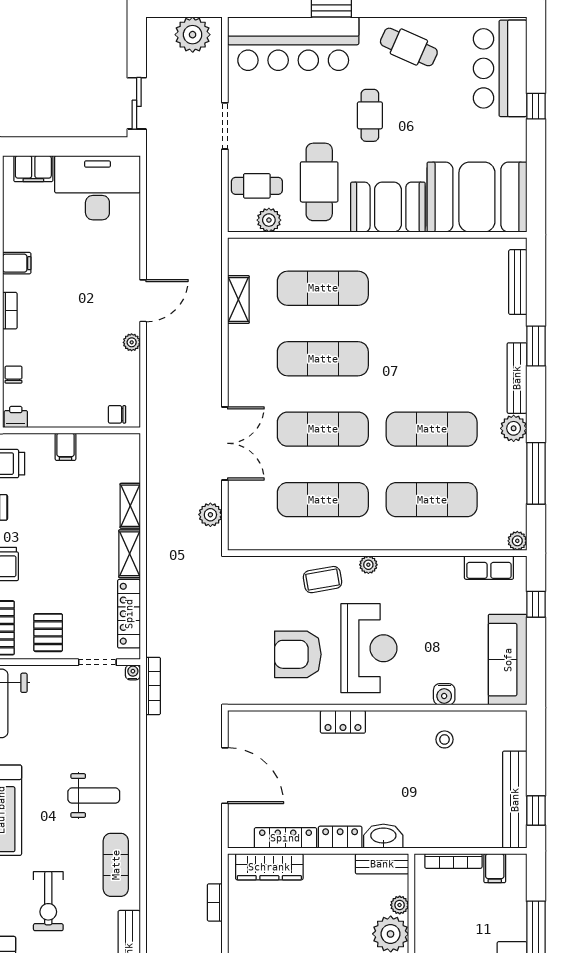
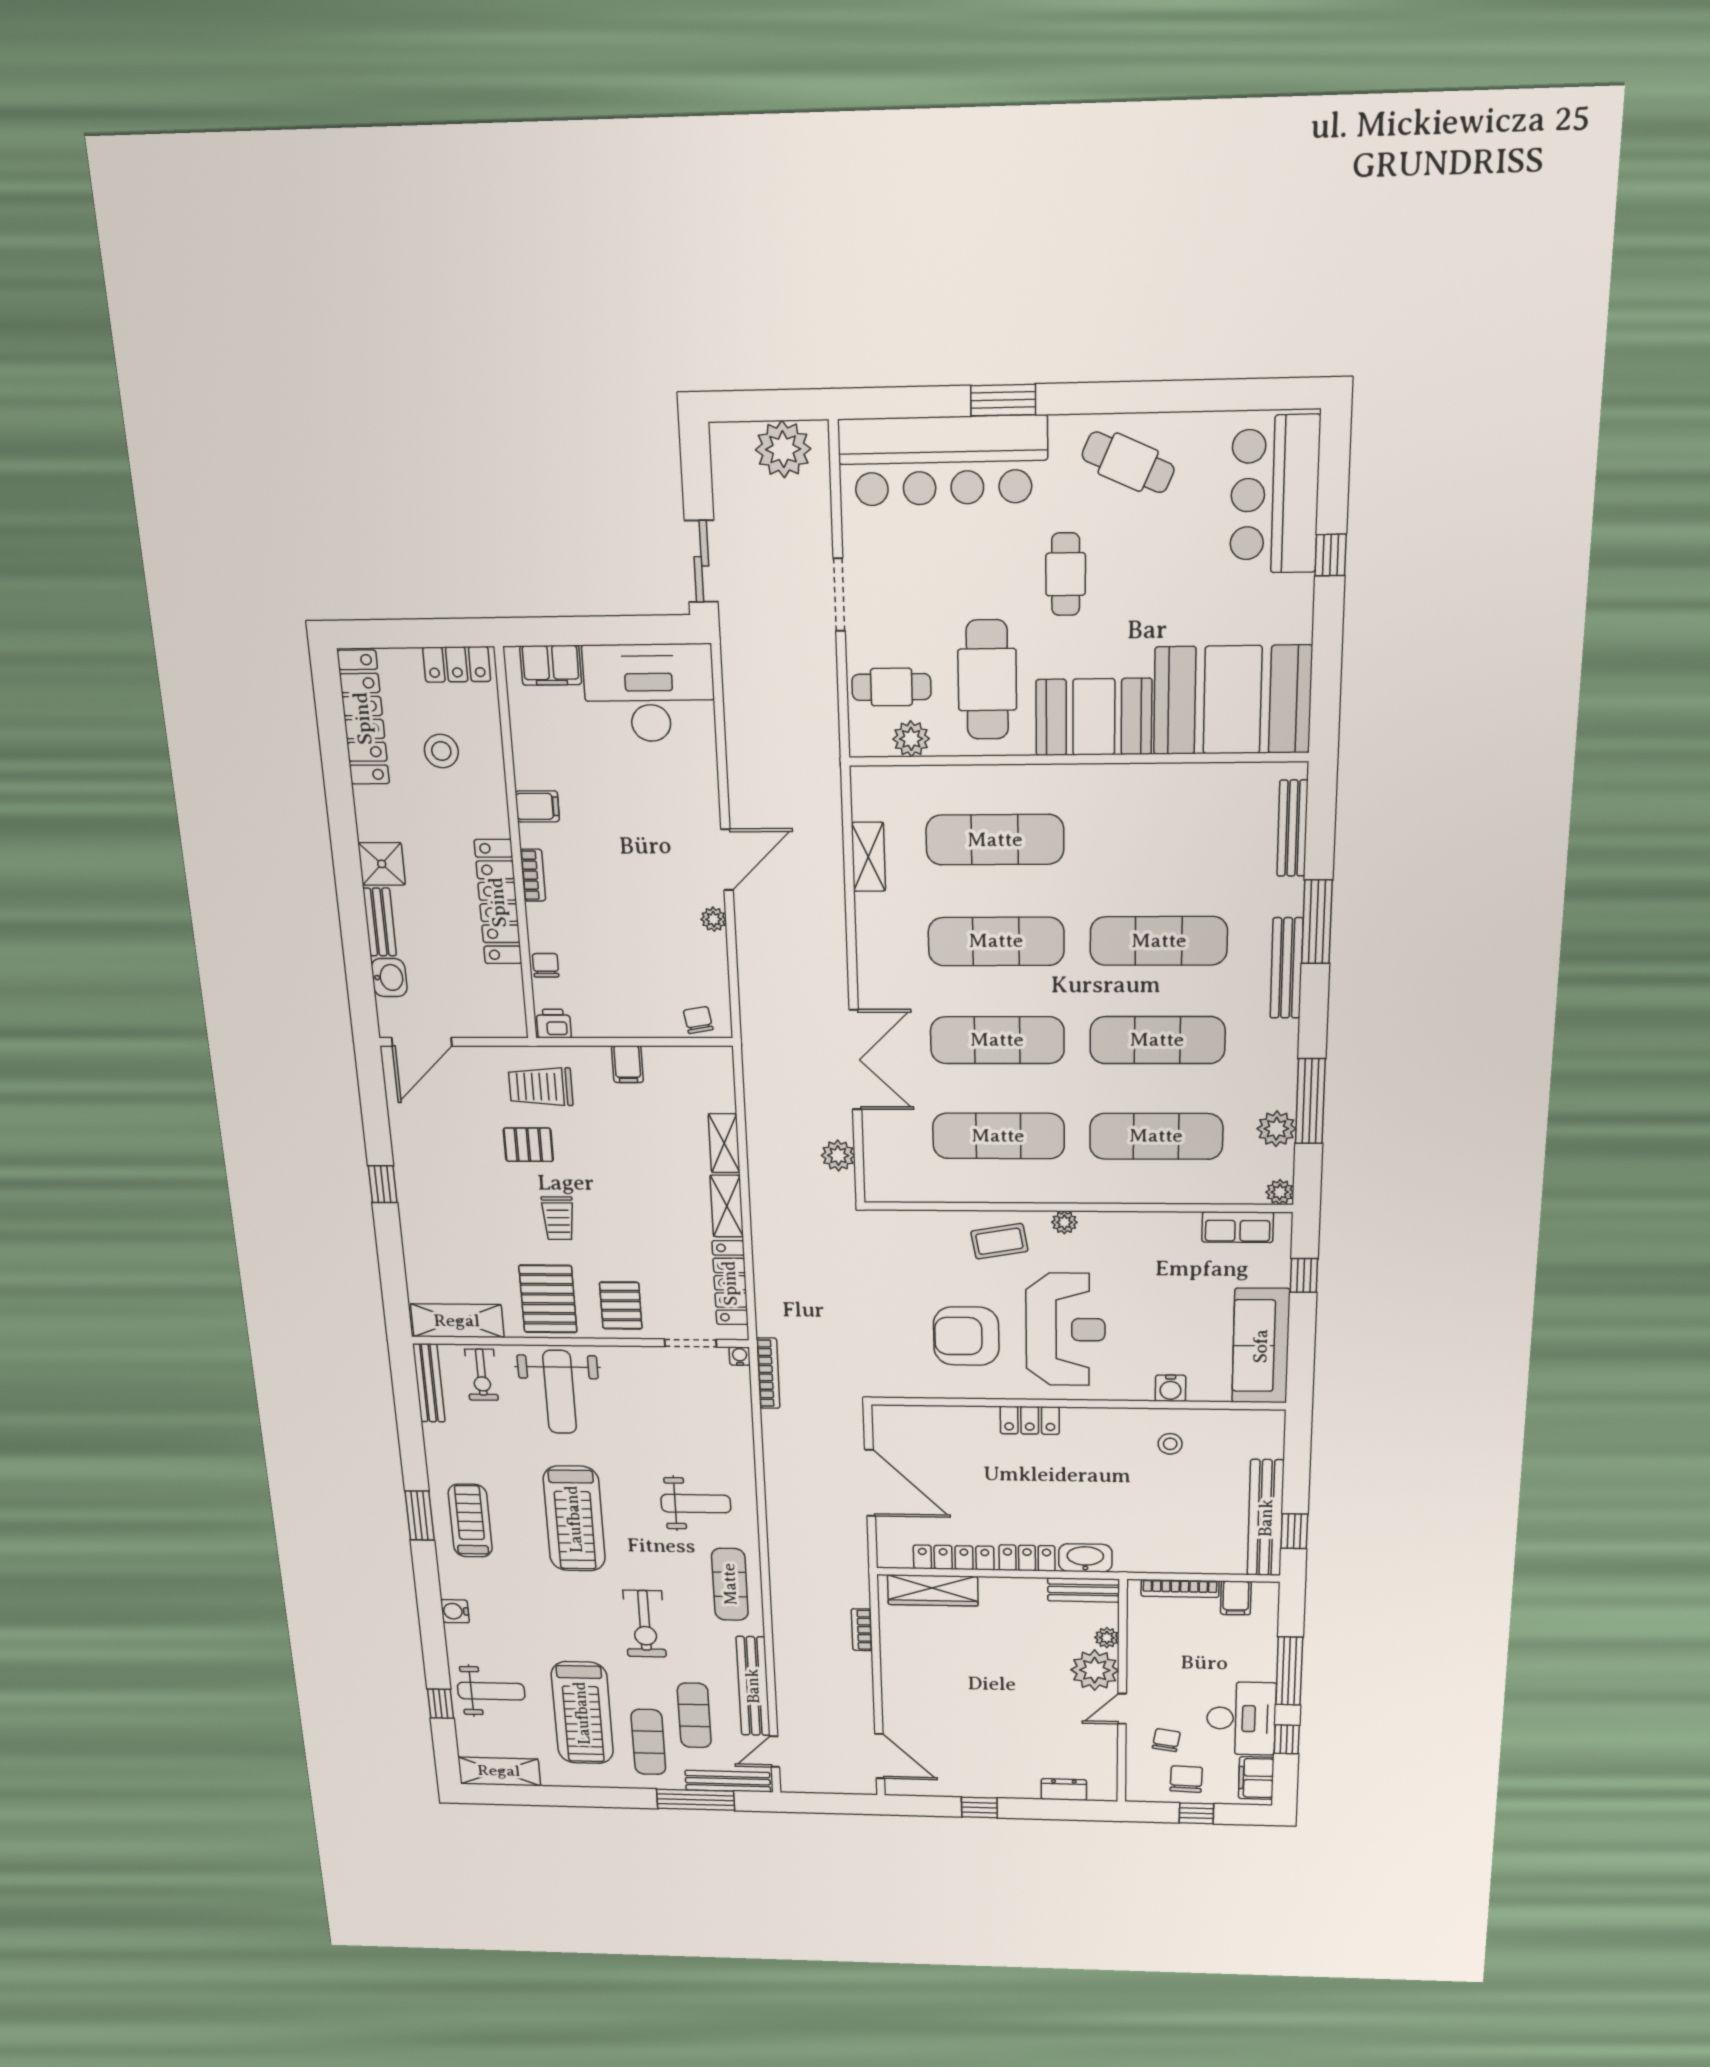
window: (536, 346) -> (1317, 922), width x1.44
exercise mat: (432, 359) -> (1159, 941), added
chair: (117, 414) -> (698, 1020), turned 80
plant: (514, 428) -> (1276, 1129), moved

